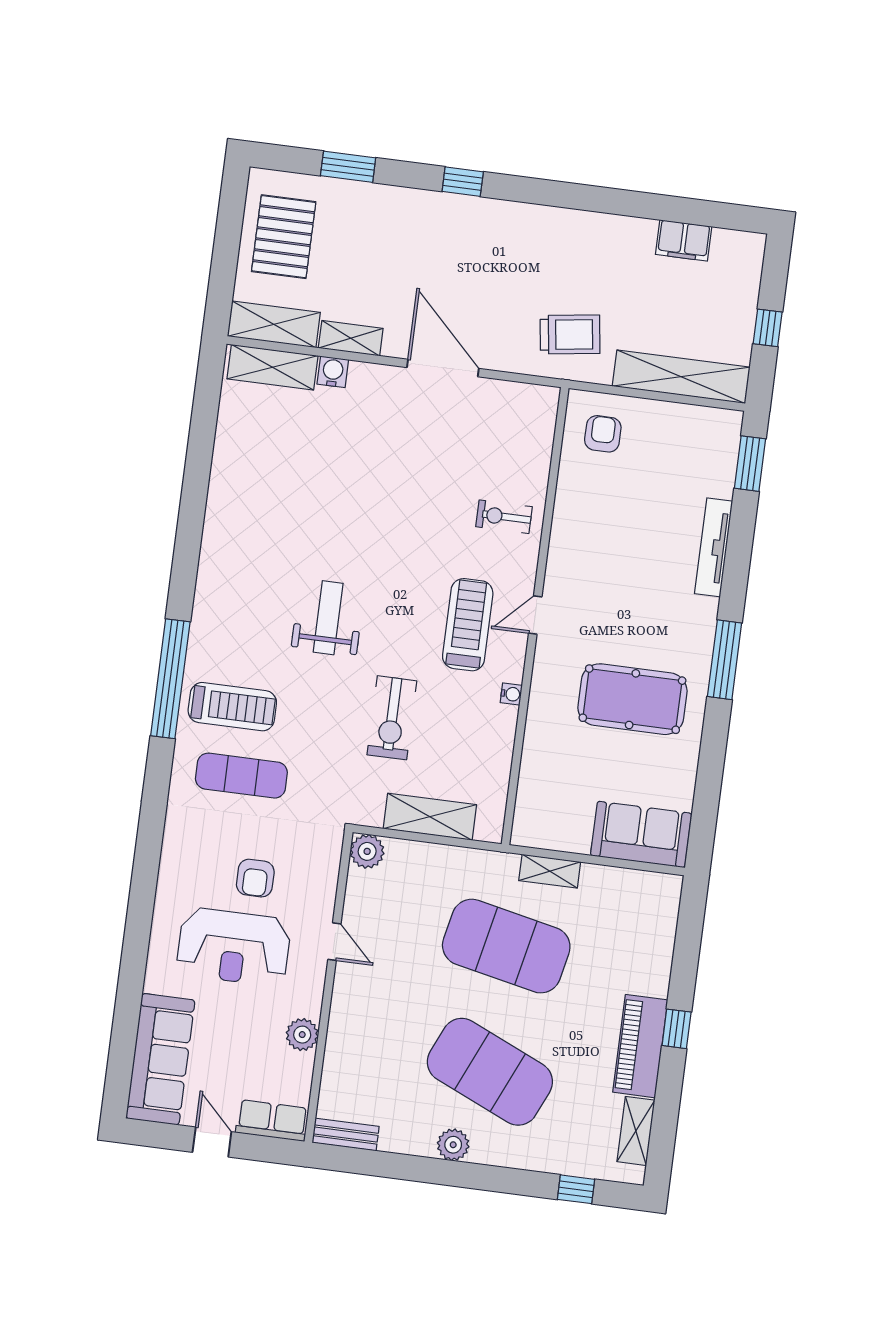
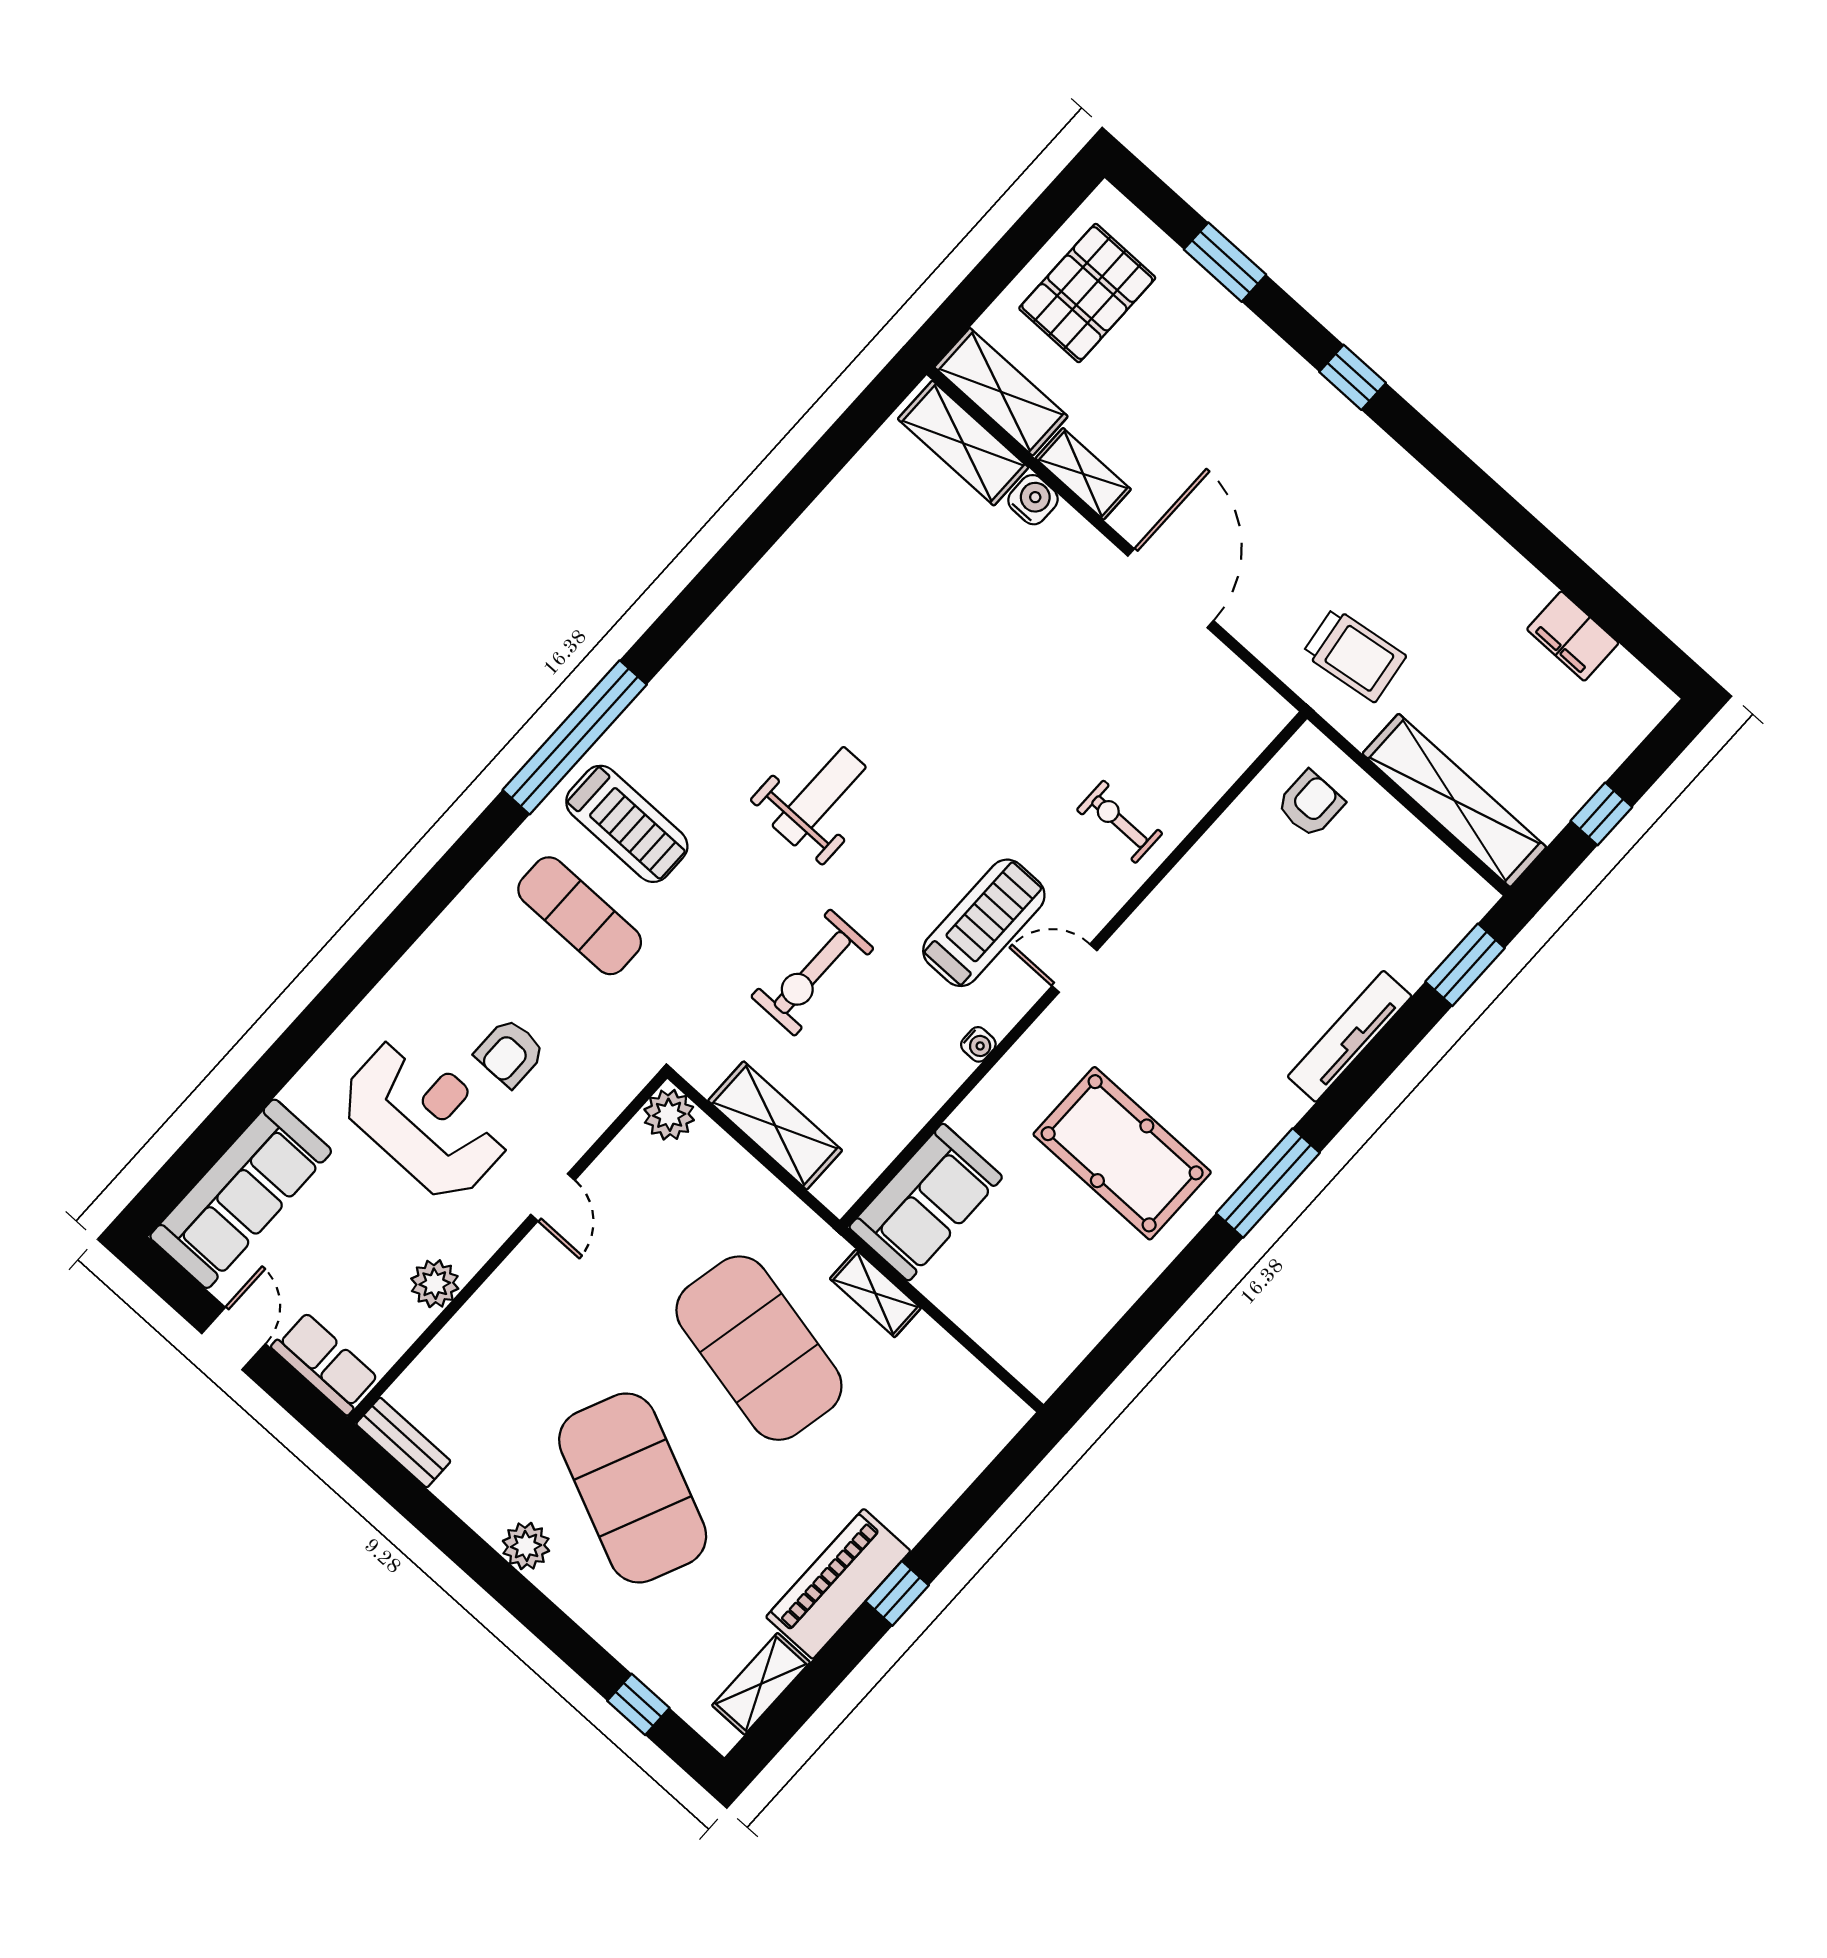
sofa: (641, 834) -> (926, 1202), moved, turned 90
reception desk: (234, 947) -> (425, 1118), turned 180

